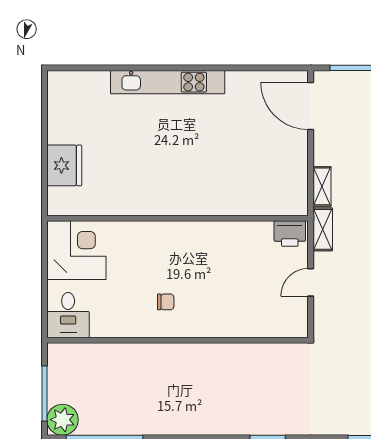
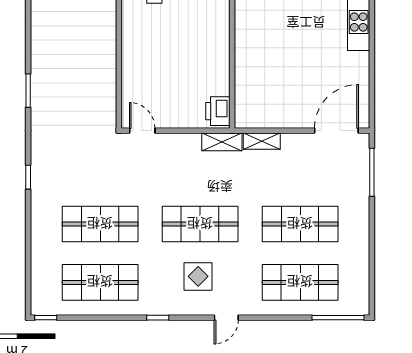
door: (311, 282) -> (142, 131), moved

